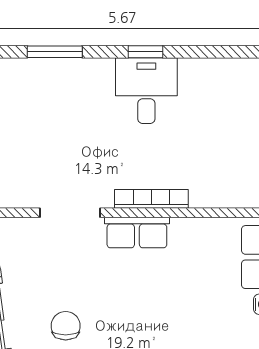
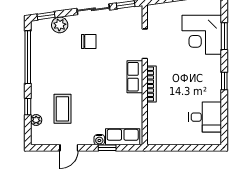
desk: (146, 91) -> (205, 117), moved
corner desk: (52, 97) -> (202, 35), added

